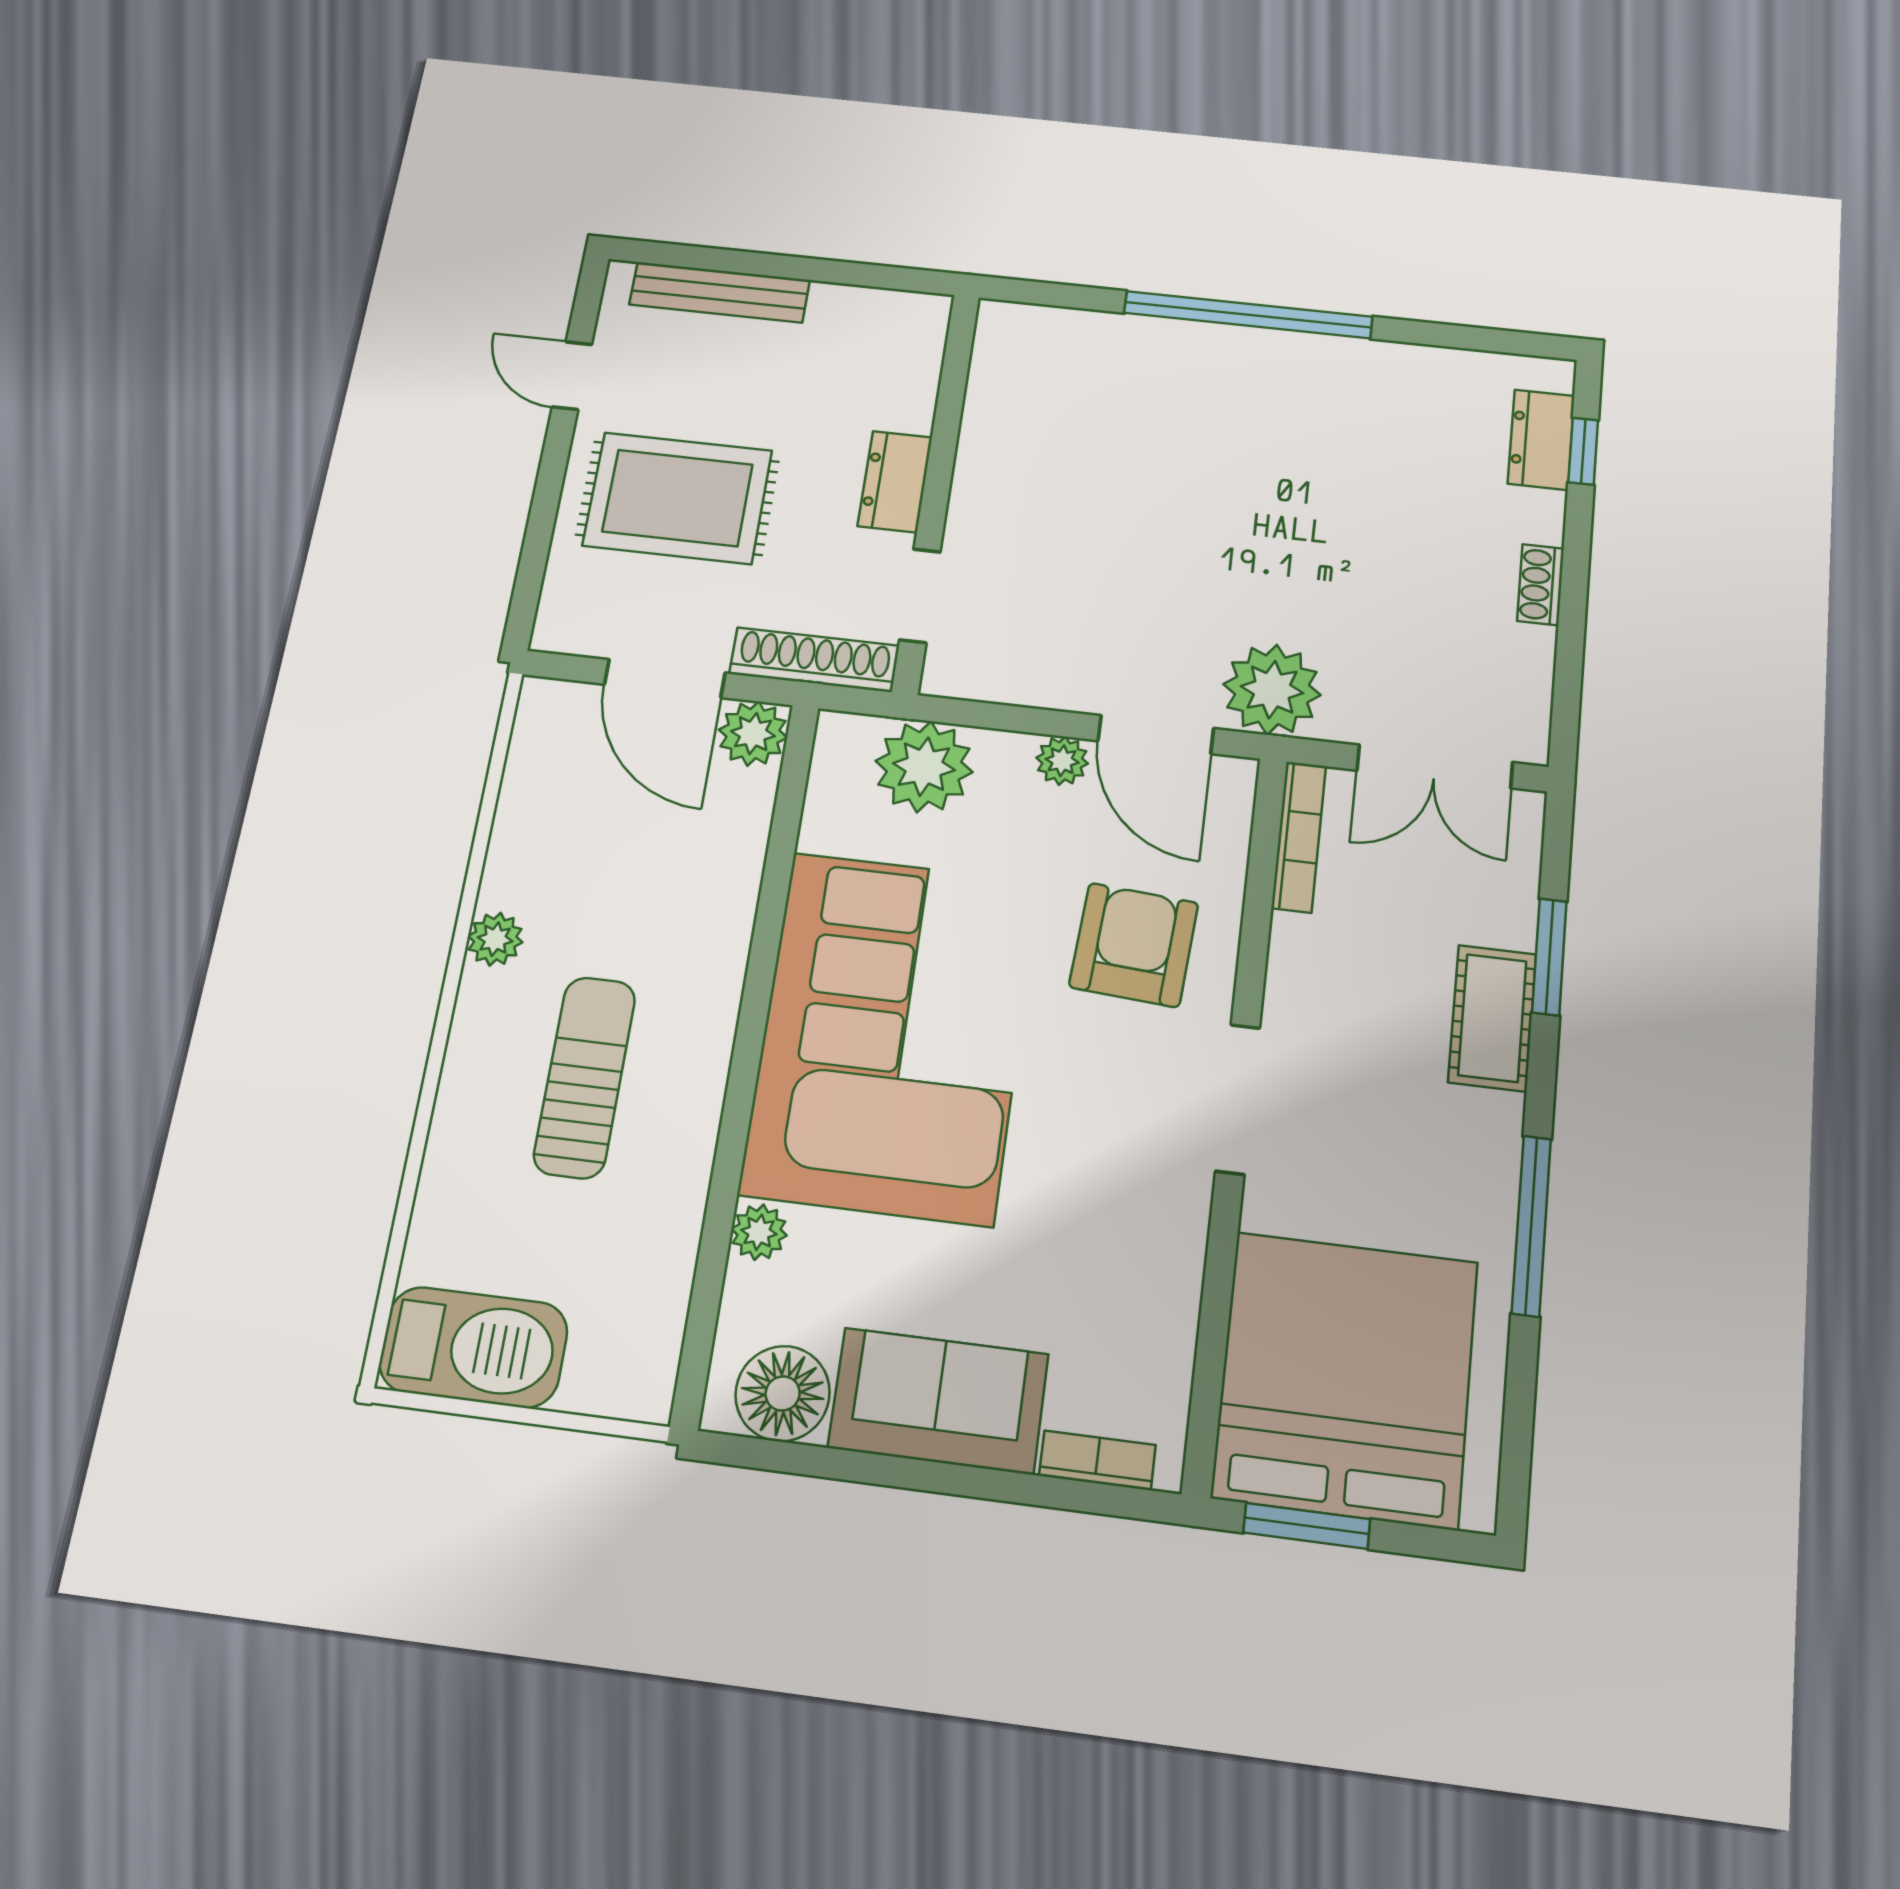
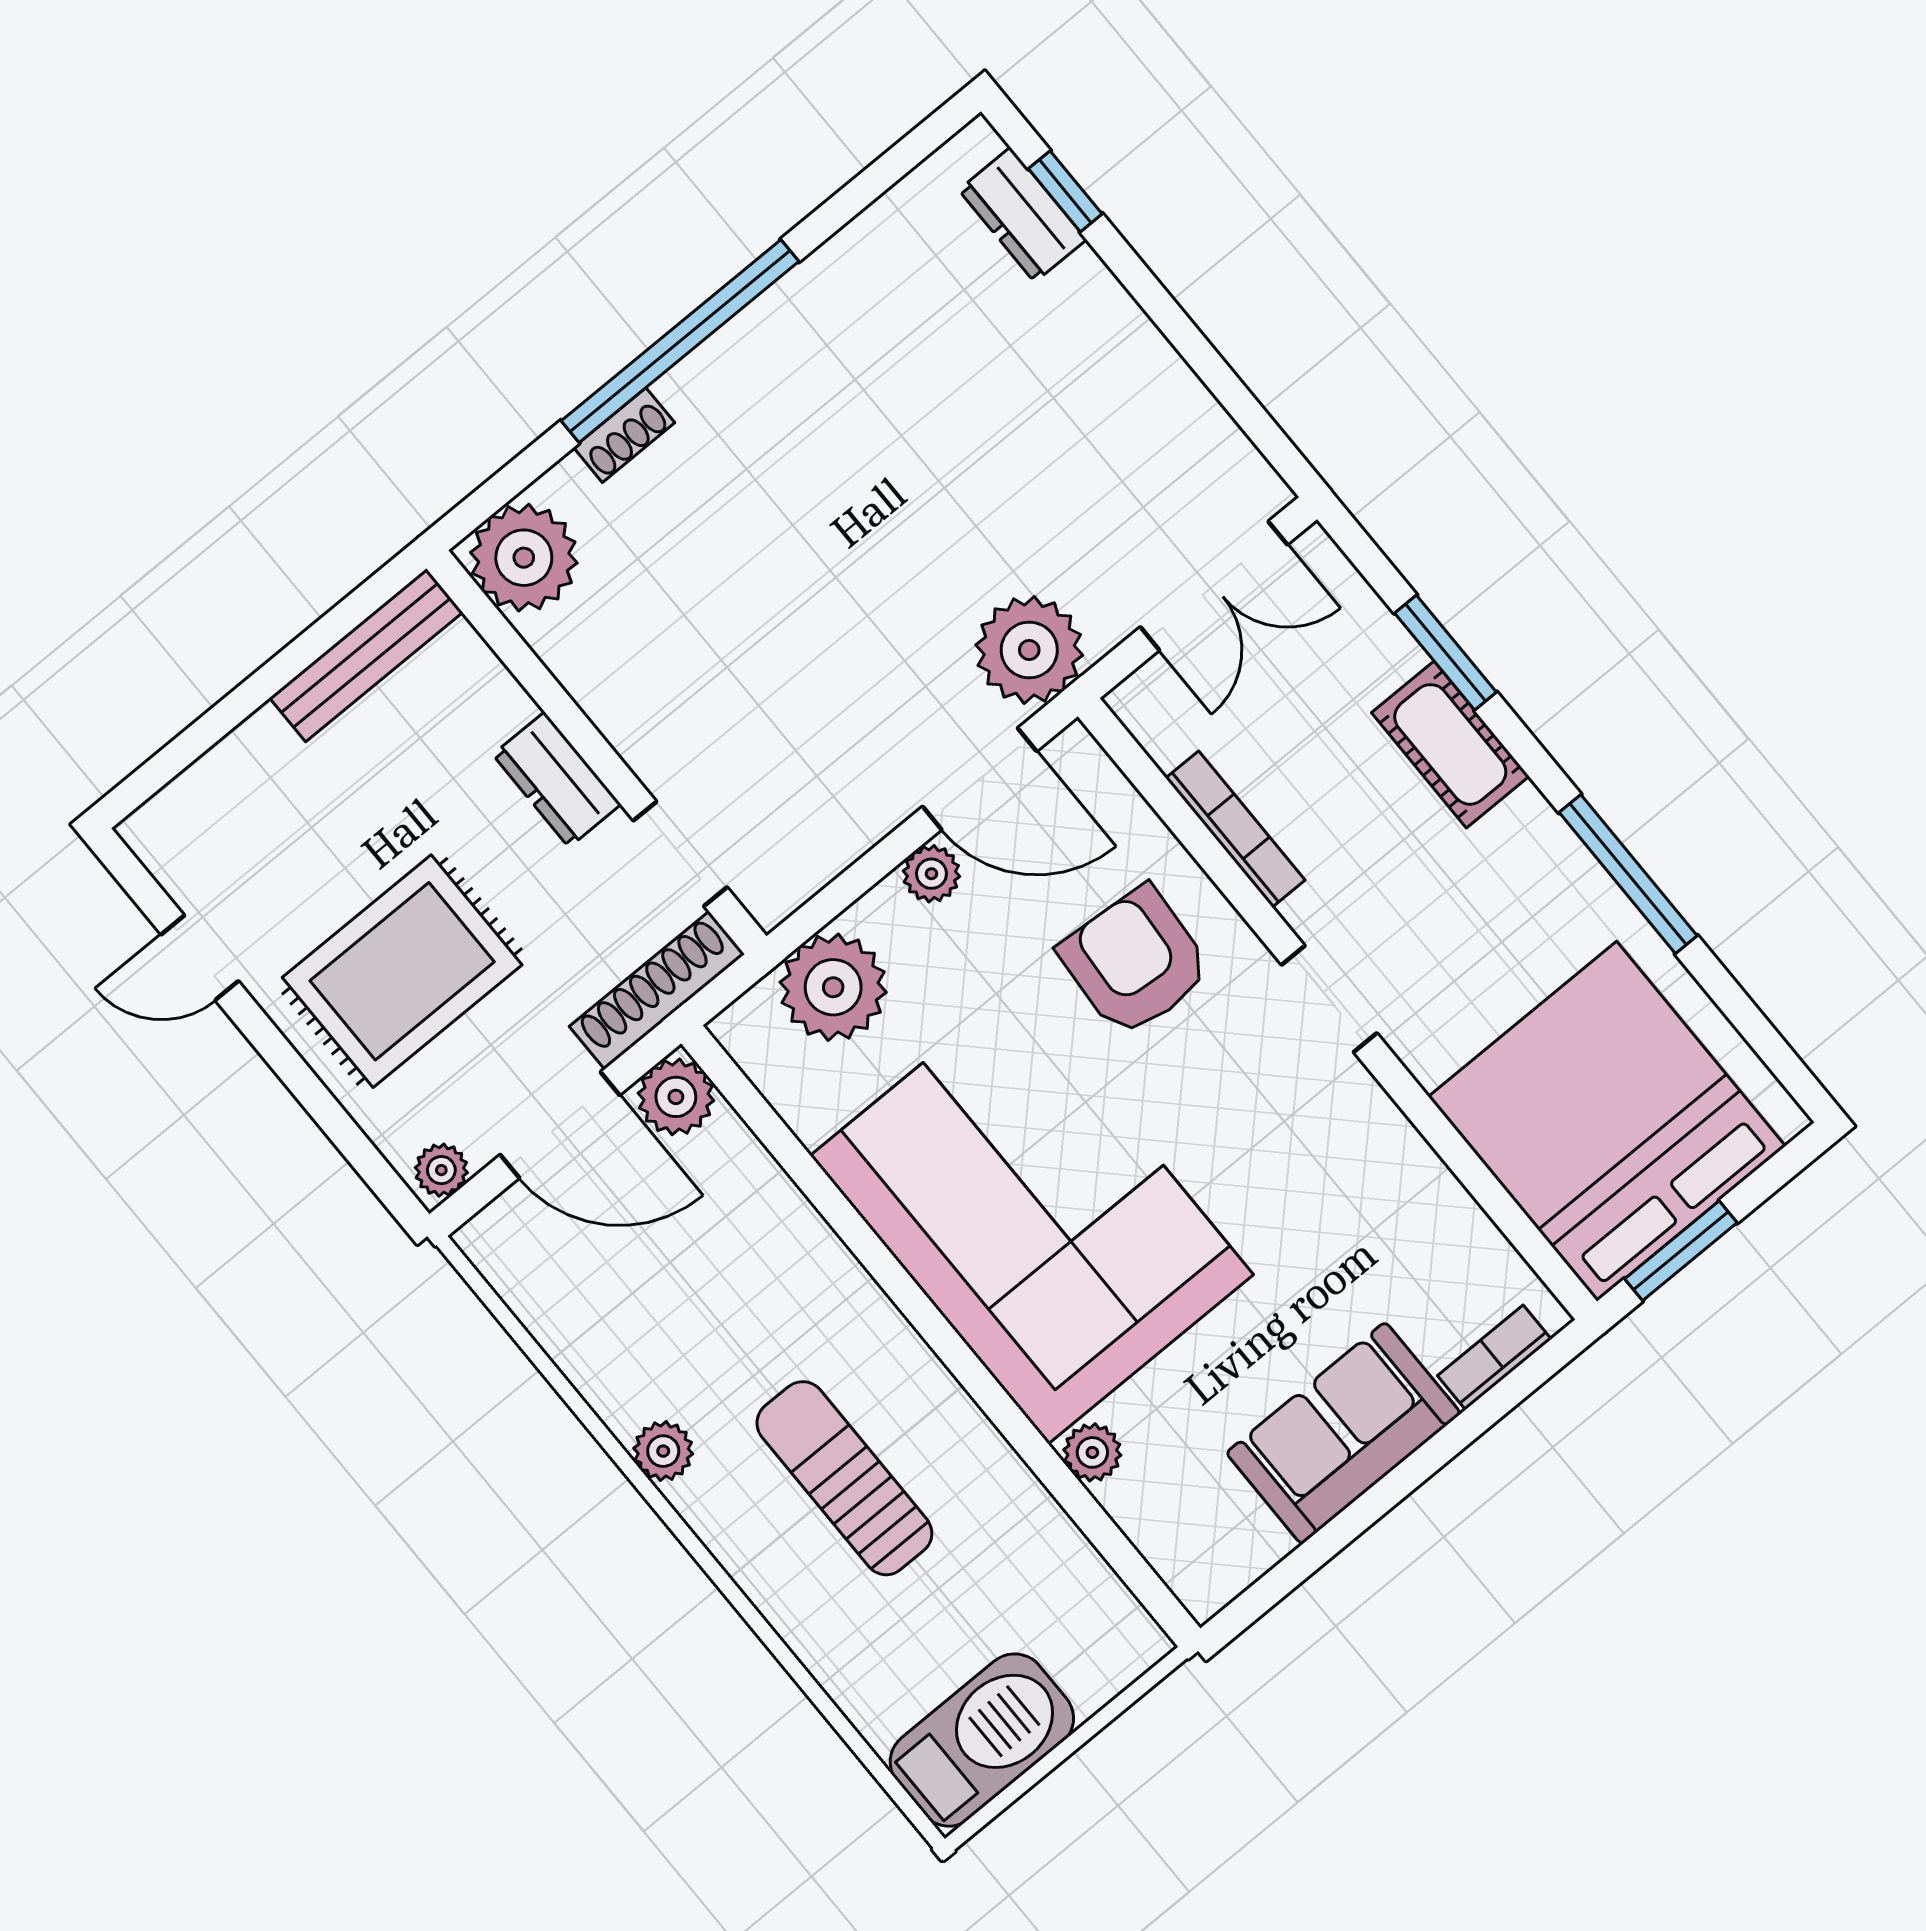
bench: (720, 292) -> (366, 655), moved
plant: (1019, 343) -> (524, 558), added
shoe rack: (1541, 585) -> (624, 435), moved, turned -90
plant: (565, 633) -> (441, 1170), added
bookcase: (1299, 837) -> (1235, 829), moved
doorway: (1238, 1099) -> (1329, 999), width x0.73
floor lamp: (783, 1393) -> (1231, 1542), removed

